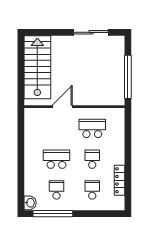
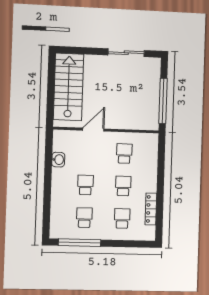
school desk: (92, 128) -> (124, 154), width x0.54
school desk: (56, 159) -> (85, 185), width x0.54
washbasin: (30, 203) -> (58, 160), moved

